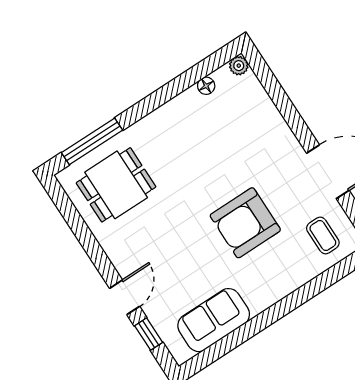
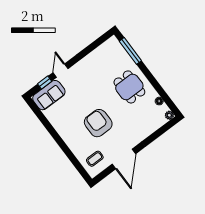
dining table: (116, 185) -> (129, 87), moved
door: (125, 297) -> (61, 71), swing flipped
sofa: (214, 320) -> (49, 95), moved, turned 90

